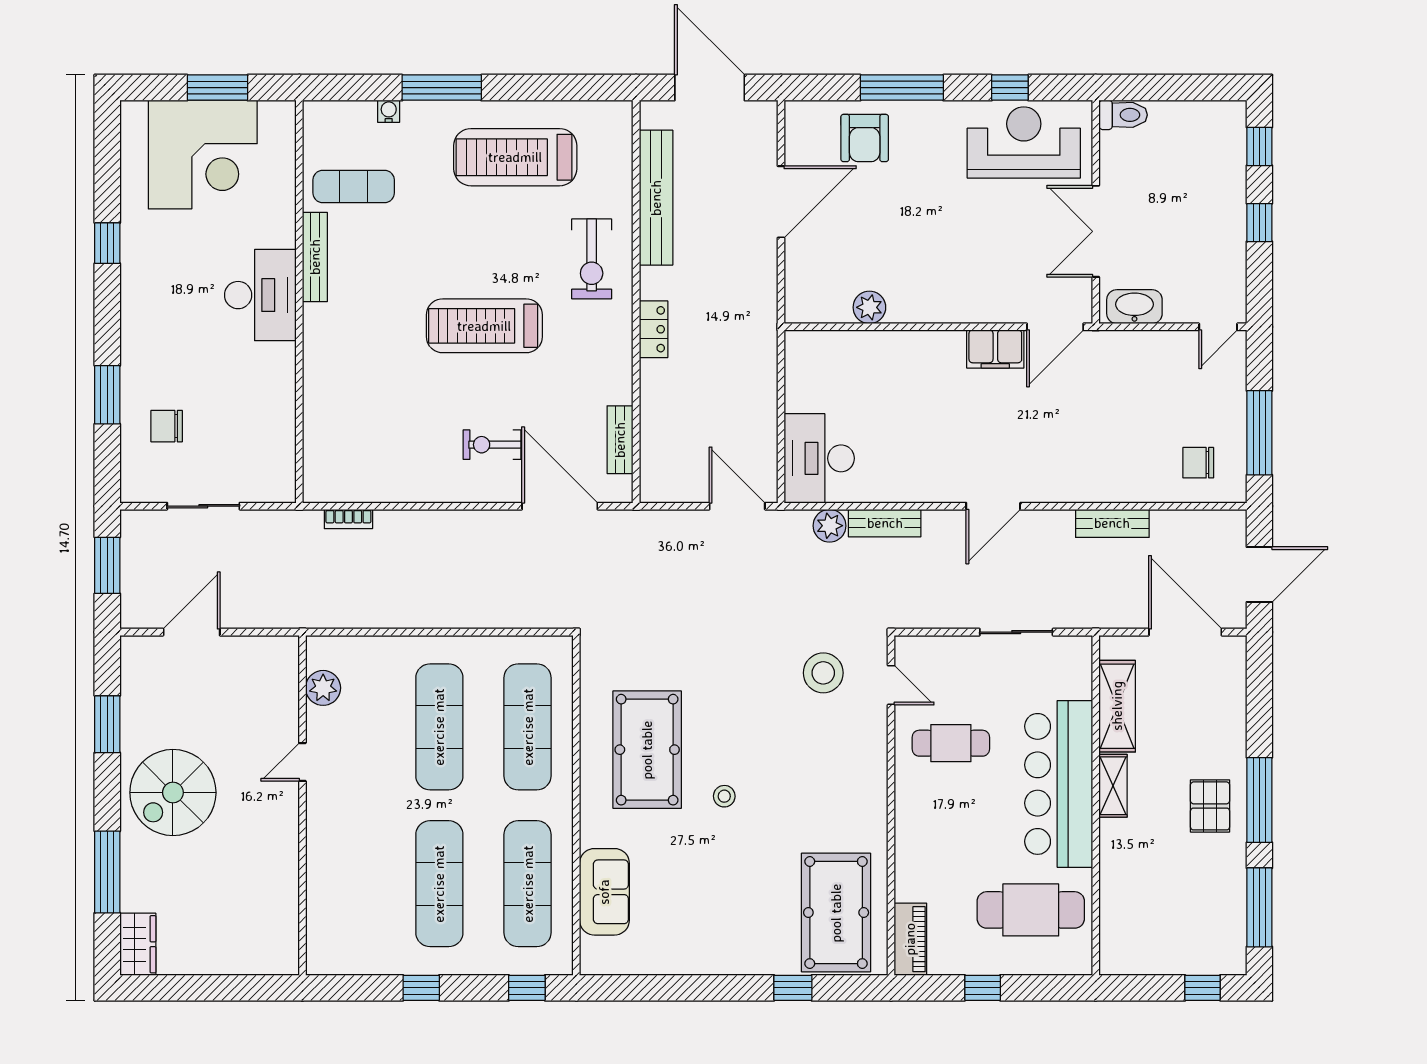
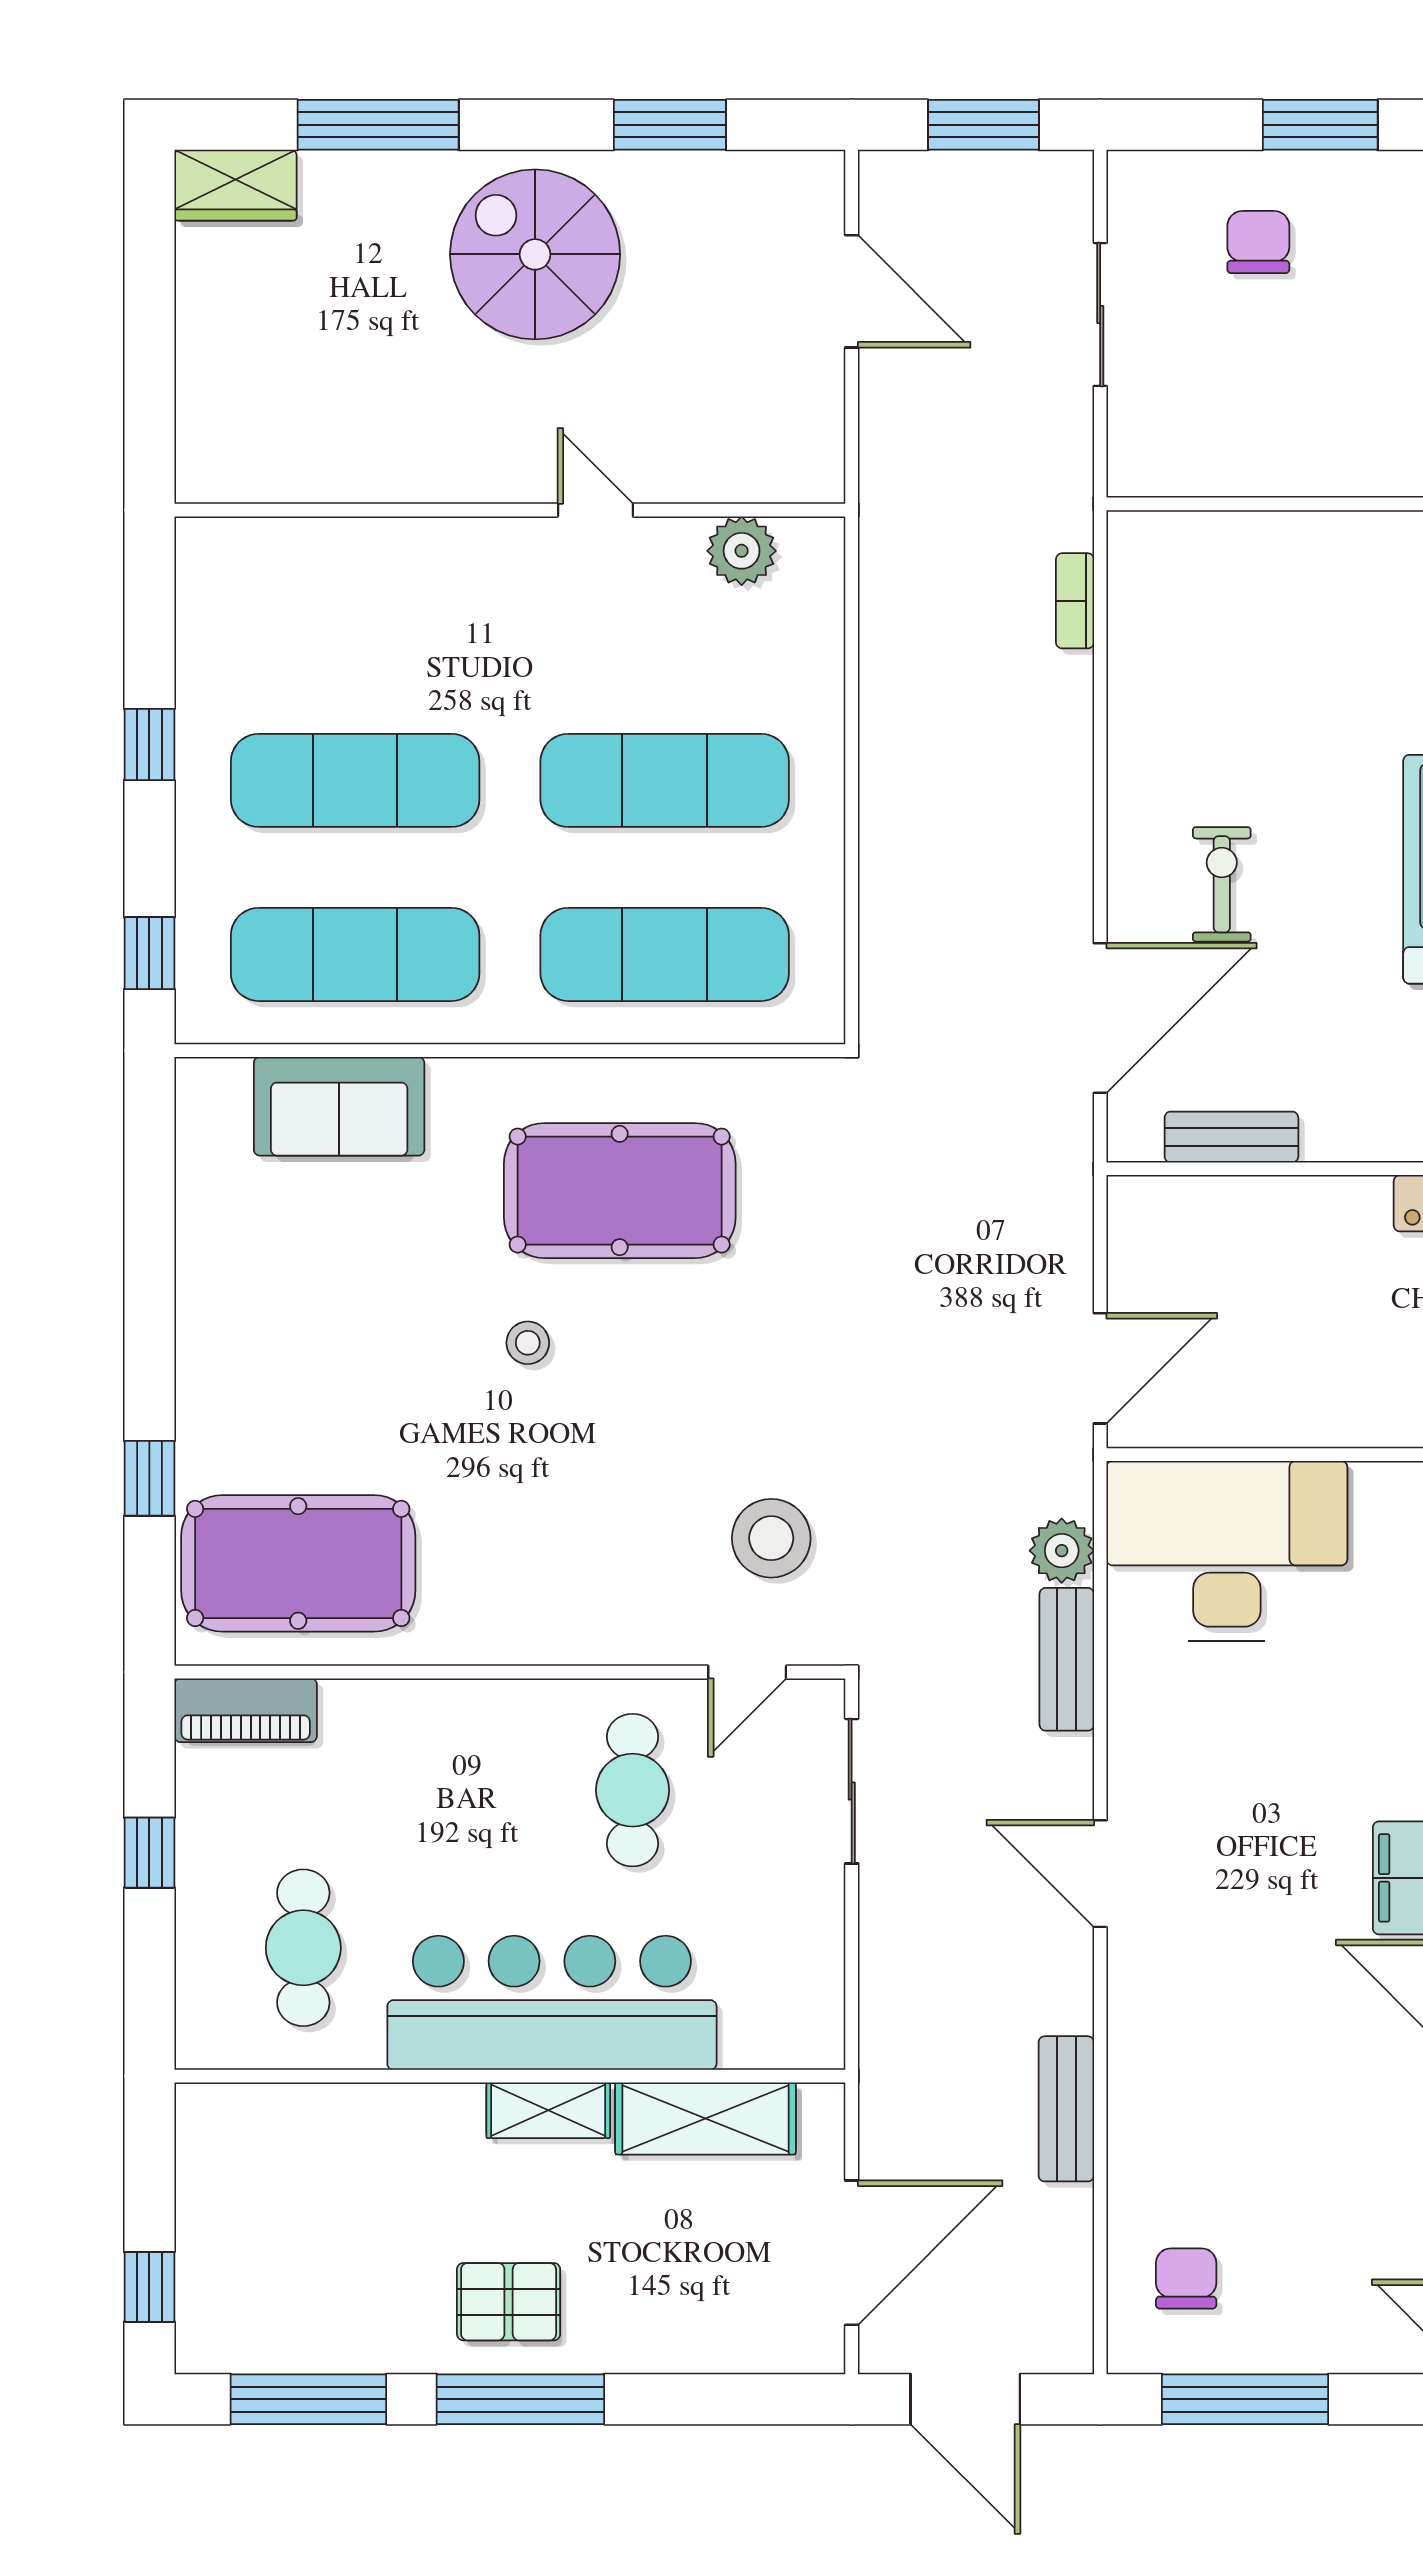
desk: (819, 458) -> (1227, 1551), width x1.36, depth x1.30
sliding door: (1016, 632) -> (852, 1791), moved
cafe table: (1031, 910) -> (303, 1948), width x0.73, depth x0.74

